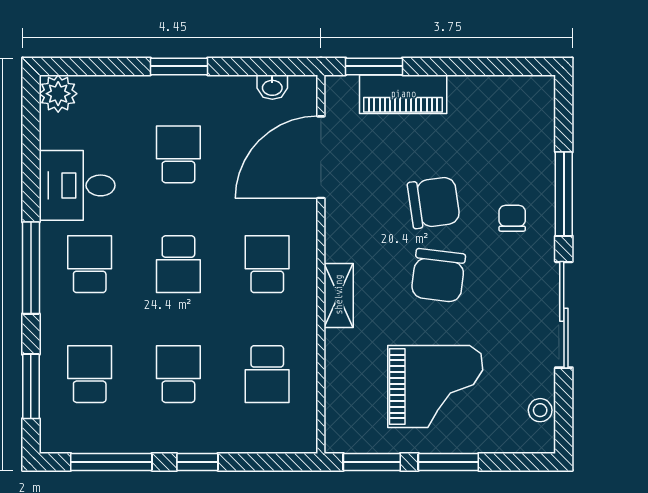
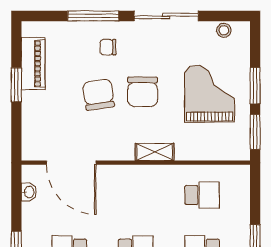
window: (374, 66) -> (16, 85), moved
piano: (403, 94) -> (33, 64), moved
school desk: (267, 264) -> (136, 195), removed
chair: (438, 275) -> (143, 92), turned 83

